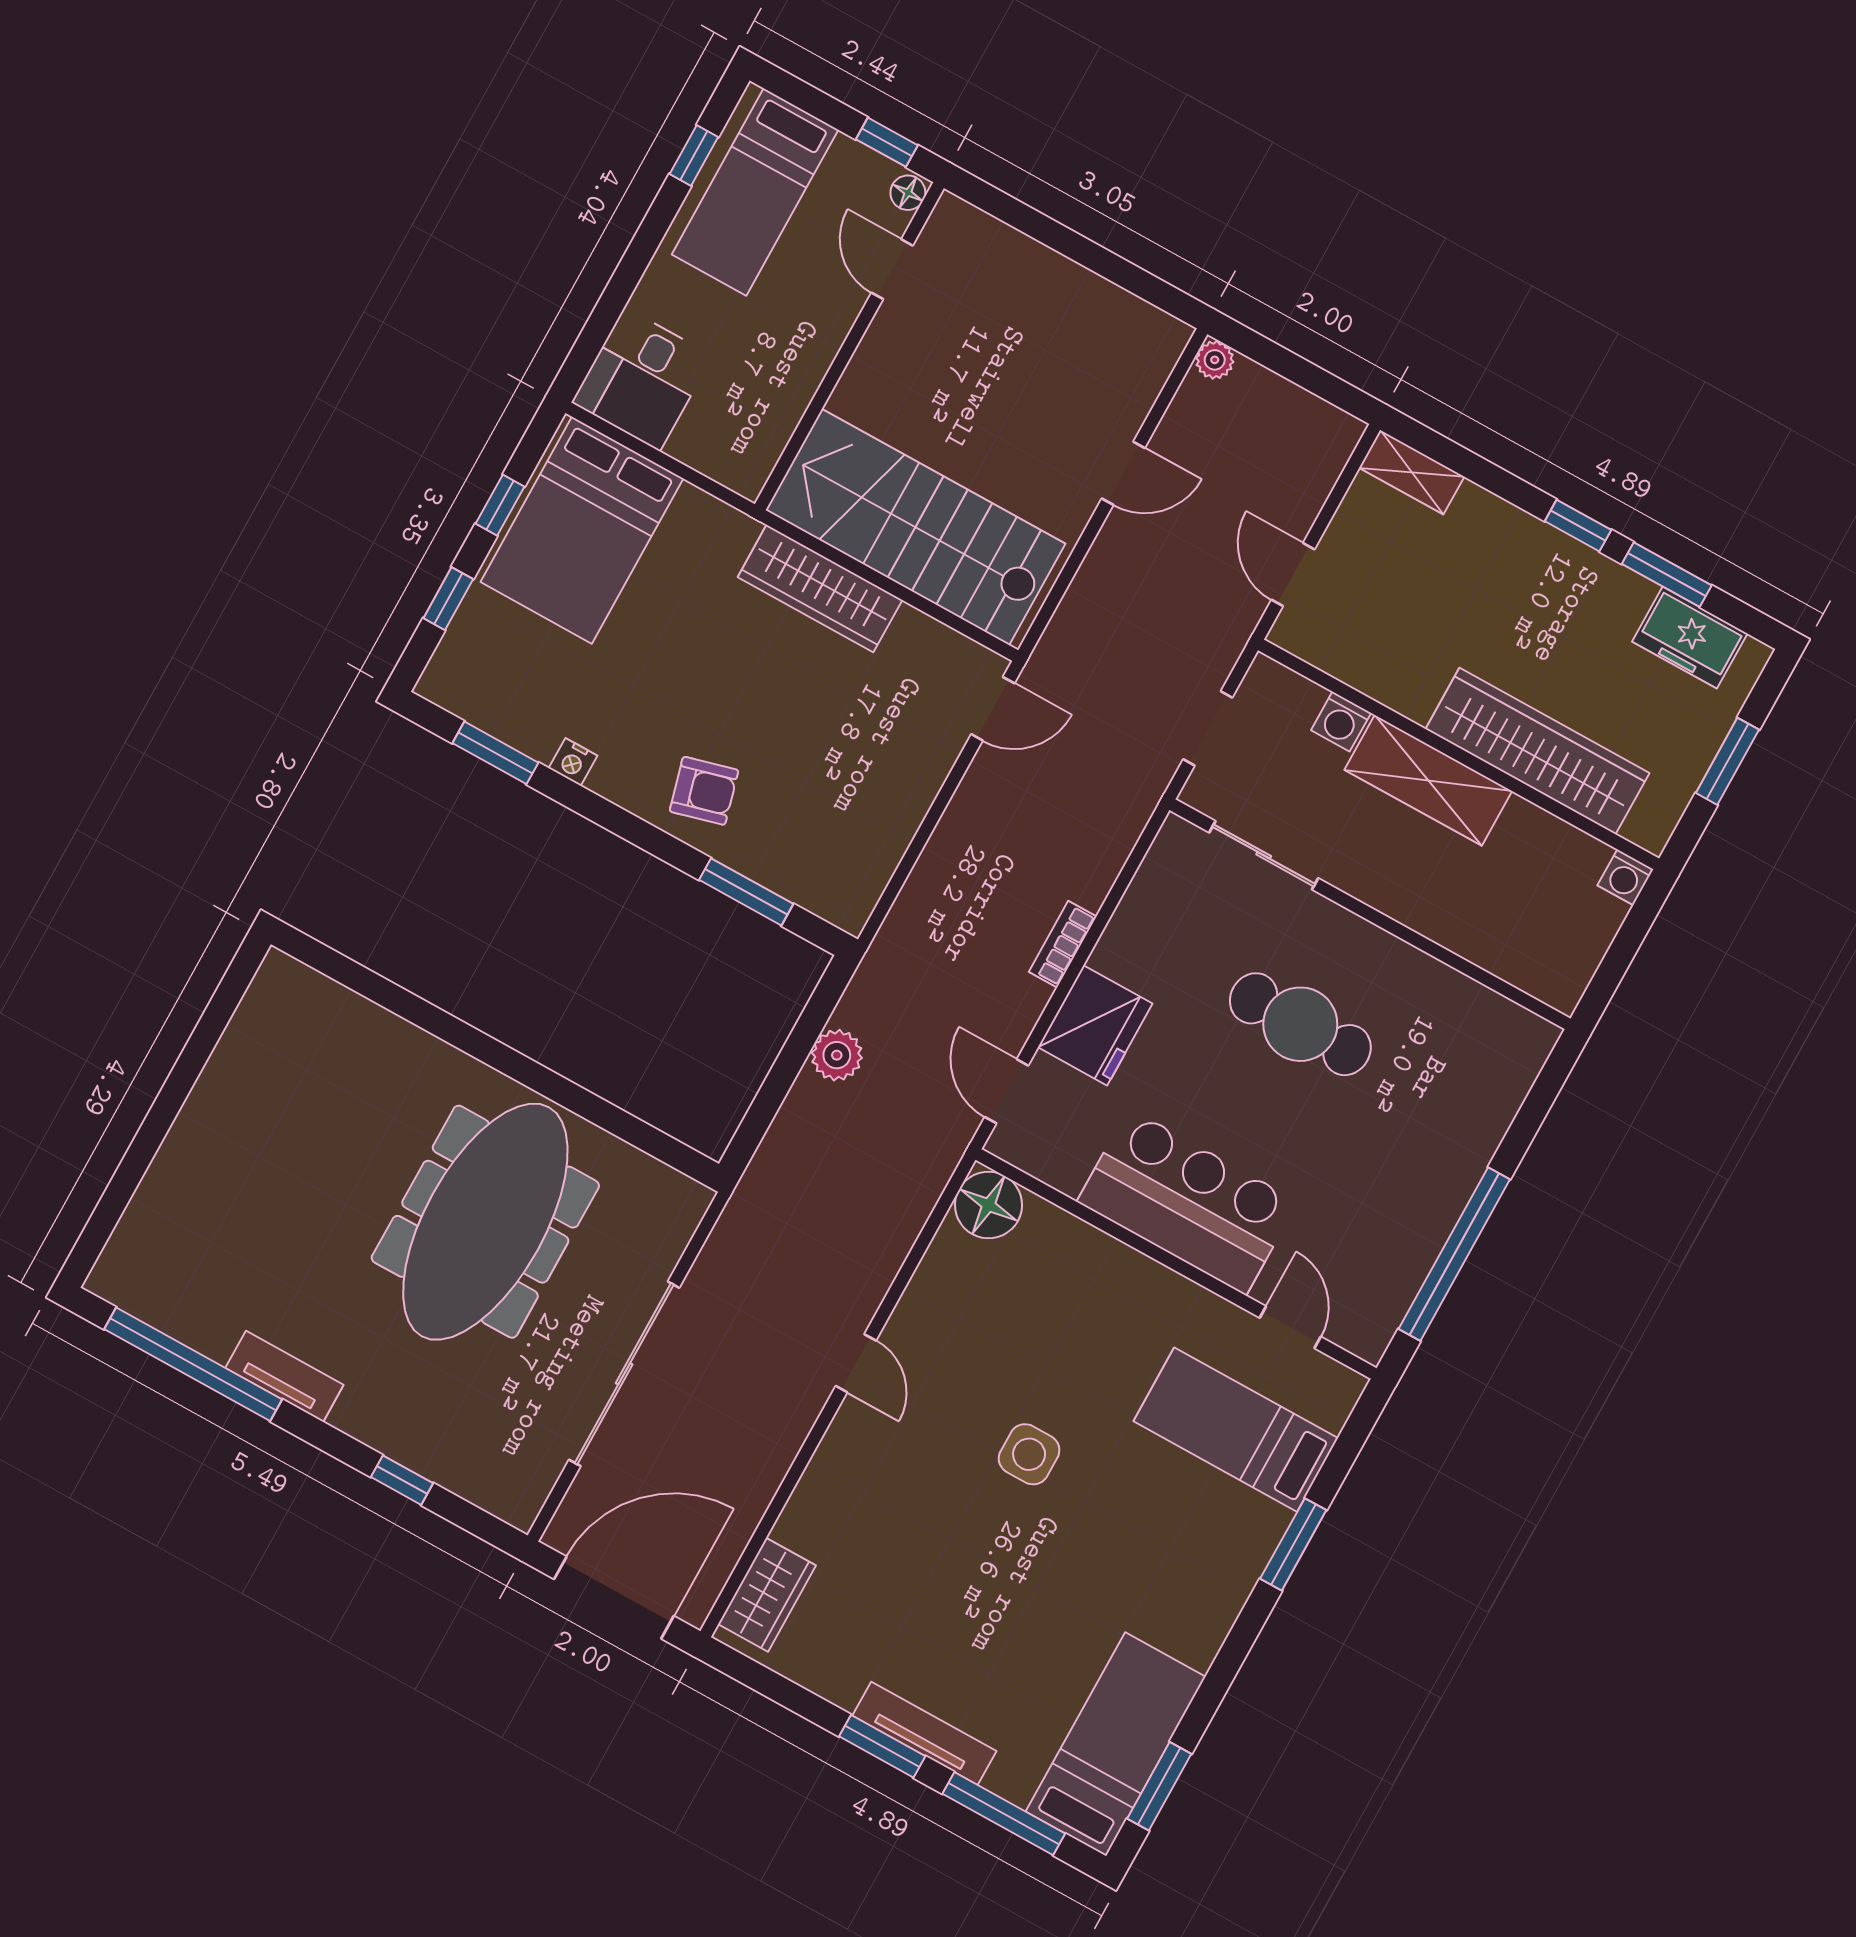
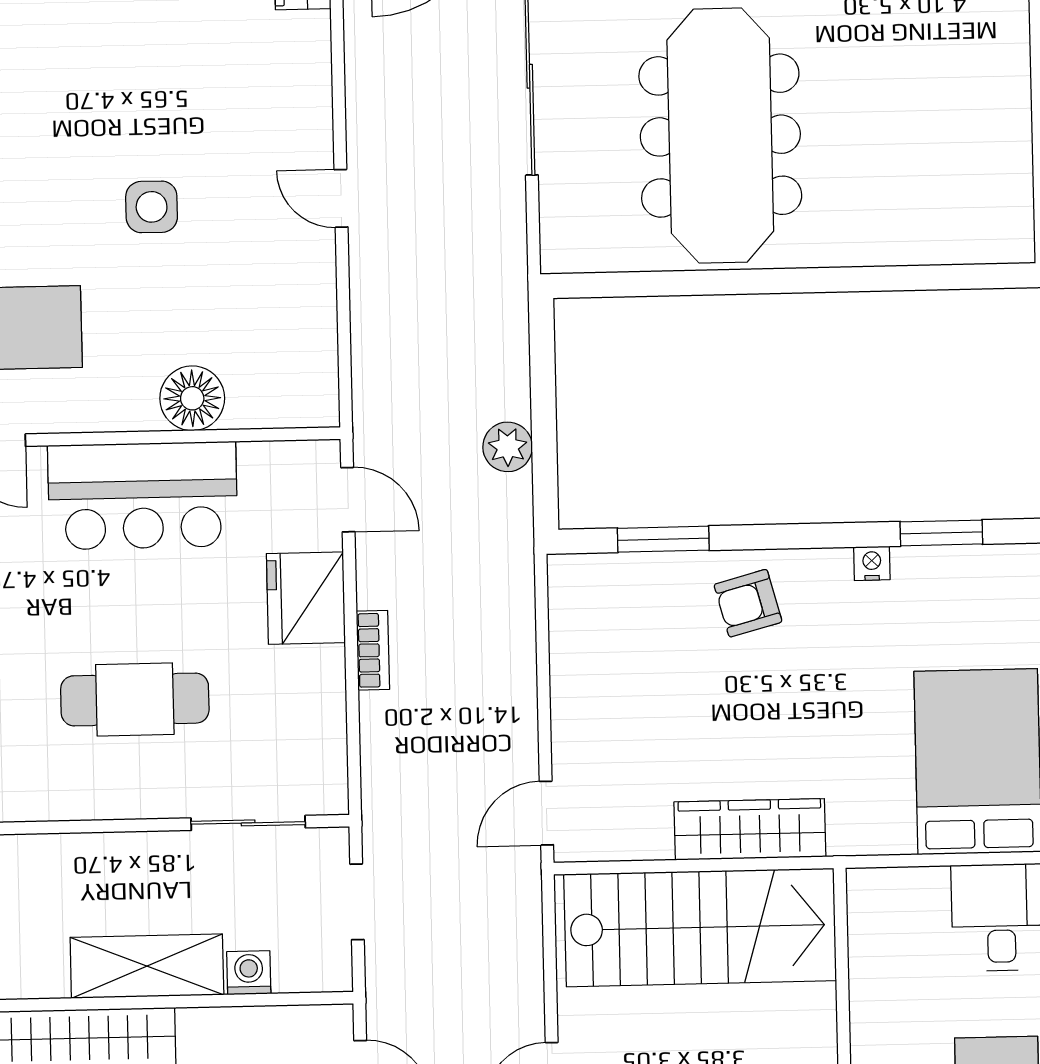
floor lamp: (989, 1205) -> (192, 398), moved

